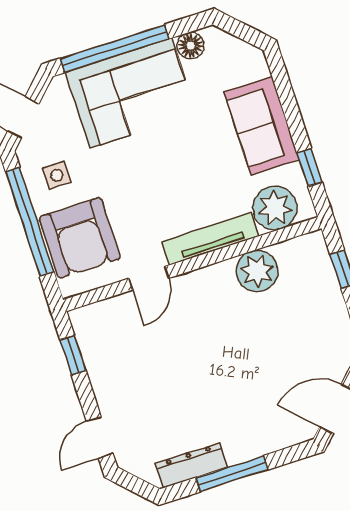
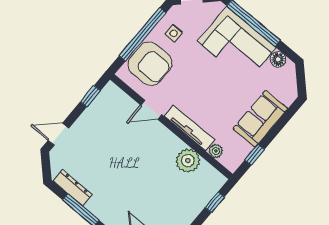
plant: (275, 208) -> (216, 151), width x0.53, depth x0.53
armchair: (80, 238) -> (150, 64), turned -90

